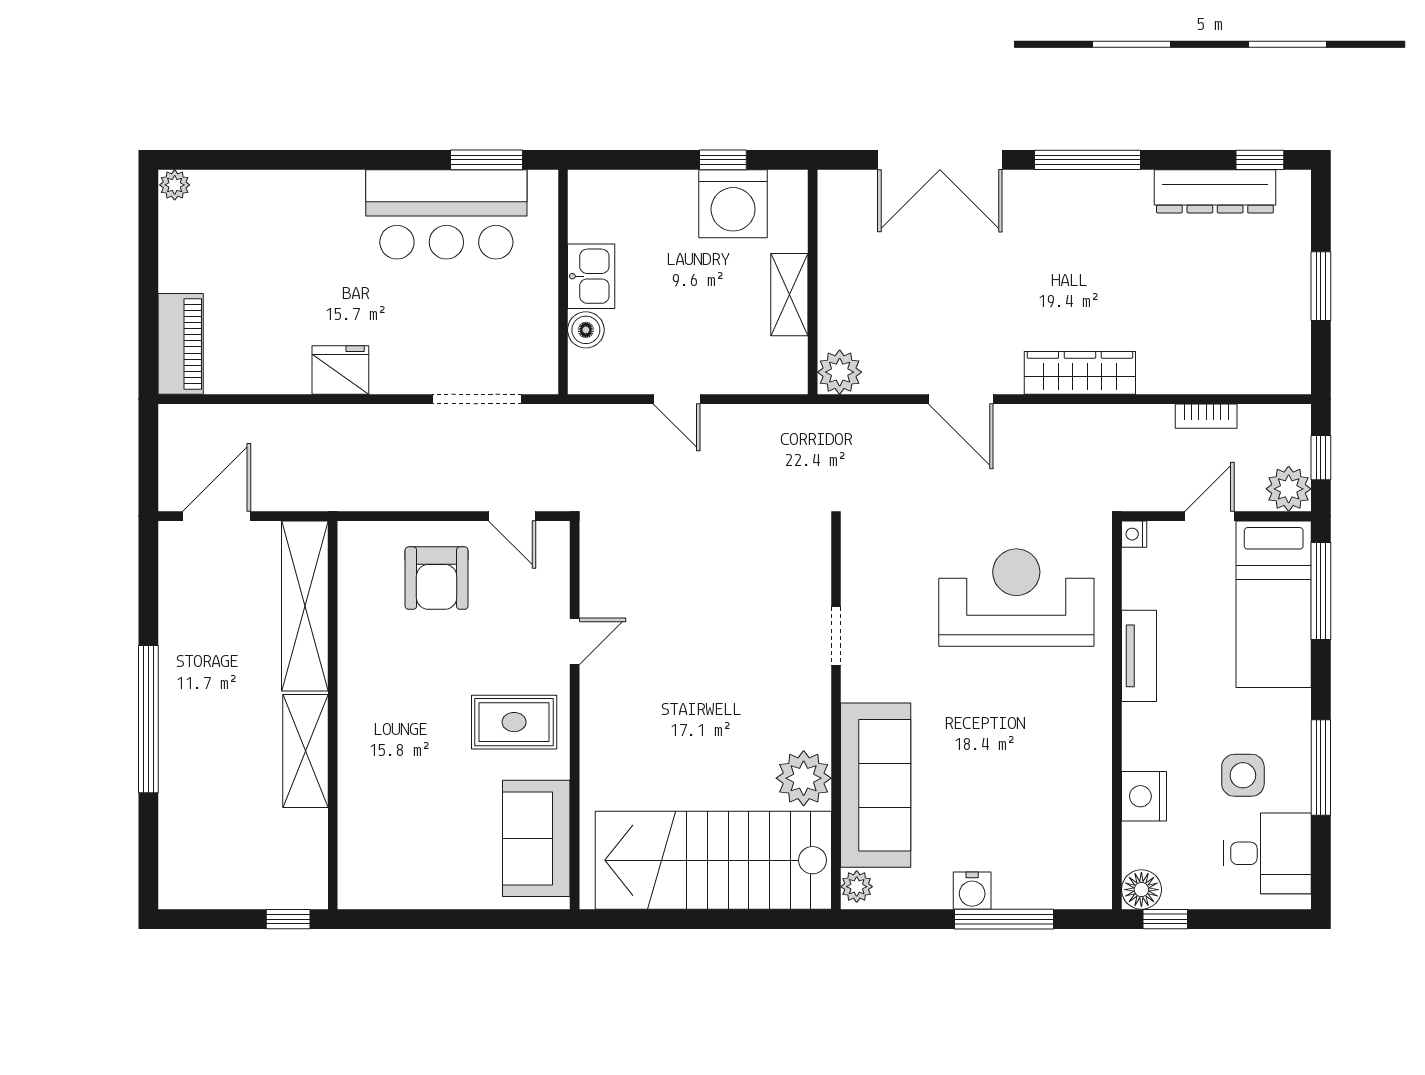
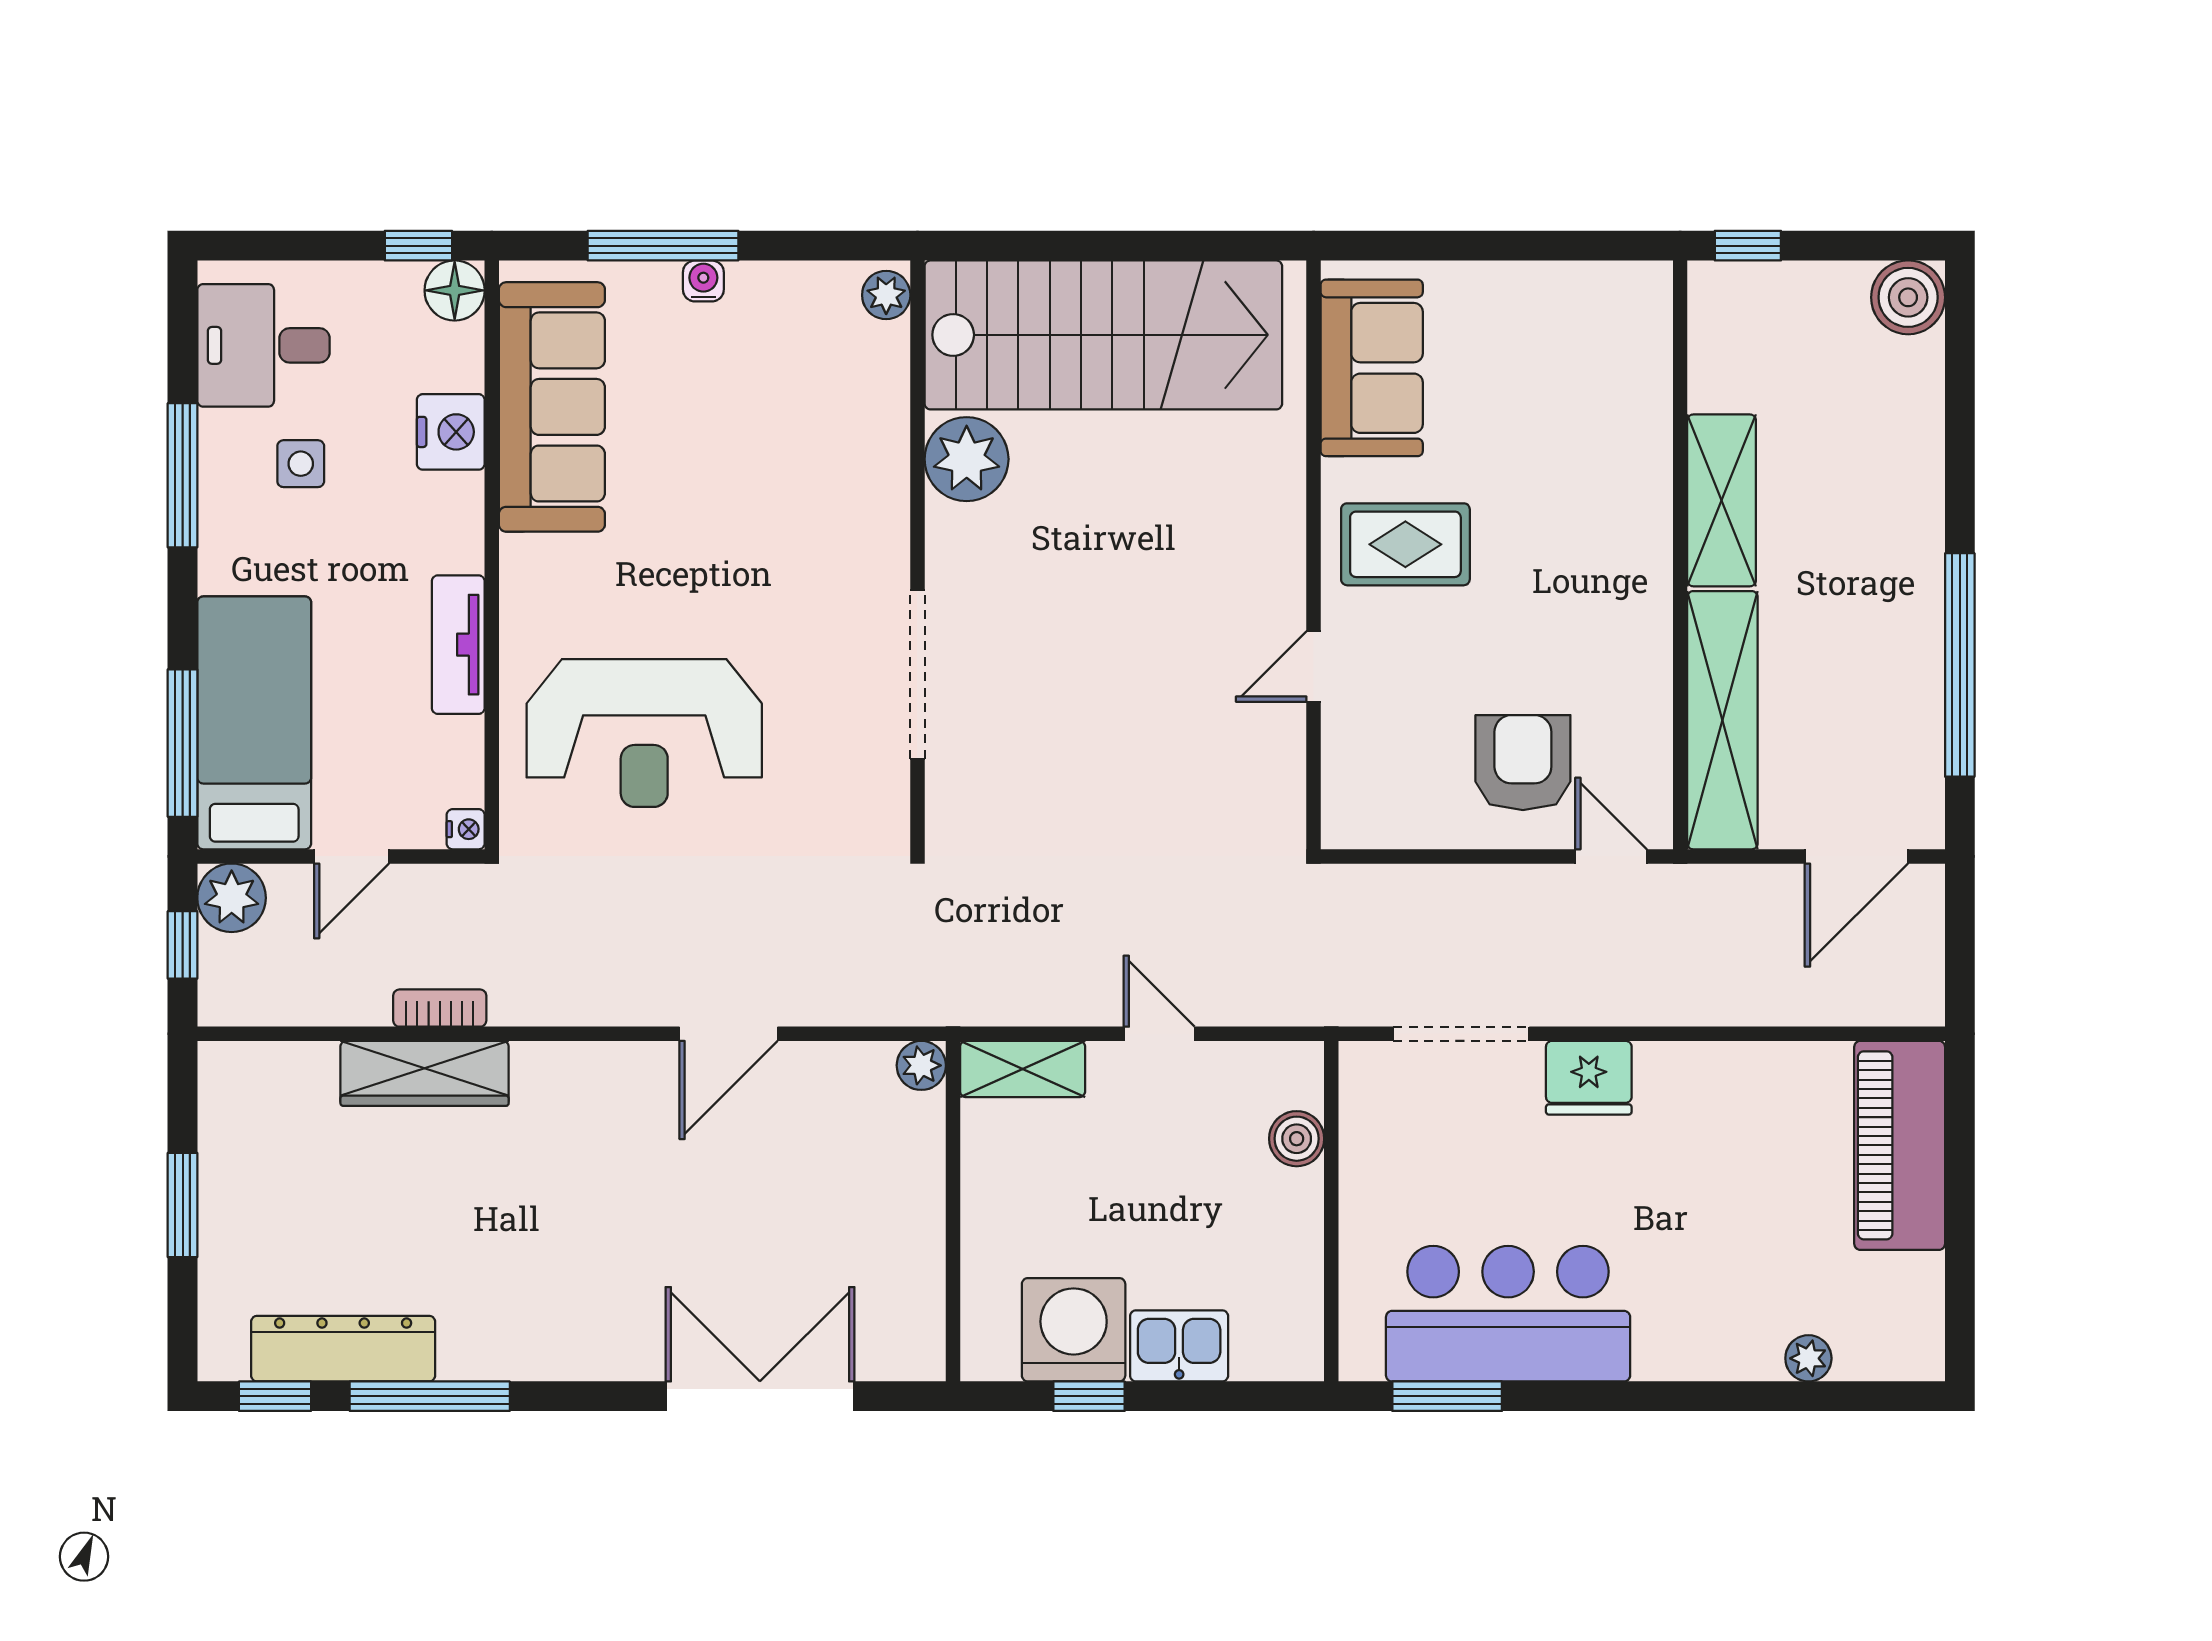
window: (1088, 160) -> (430, 1396), moved
plant: (175, 185) -> (1808, 1358), moved
kitchen sink: (591, 276) -> (1179, 1346), moved, turned 90
shelving: (789, 295) -> (1023, 1069), moved, turned 90
piano: (181, 344) -> (1900, 1145), width x1.37, depth x1.33
fridge: (340, 370) -> (1589, 1078), moved
plant: (840, 372) -> (921, 1065), width x0.73, depth x0.73
wardrobe: (1080, 373) -> (425, 1073), moved
door: (961, 399) -> (728, 1034), swing flipped
bookcase: (1206, 416) -> (440, 1008), moved
door: (512, 516) -> (1611, 856), moved
doorway: (836, 636) -> (917, 674), width x1.88
window: (148, 719) -> (1960, 665), moved
side table: (1243, 775) -> (301, 464), width x0.73, depth x0.73
sofa: (876, 785) -> (552, 407), moved, turned 180
boiler: (182, 885) -> (1908, 297), added
water cooler: (972, 891) -> (703, 281), width x0.72, depth x0.72

